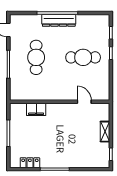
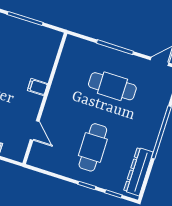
dresser: (59, 20) -> (138, 171), moved
door: (84, 102) -> (35, 130), hinge flipped
filing cabinet: (36, 109) -> (38, 87), moved, width x0.50

